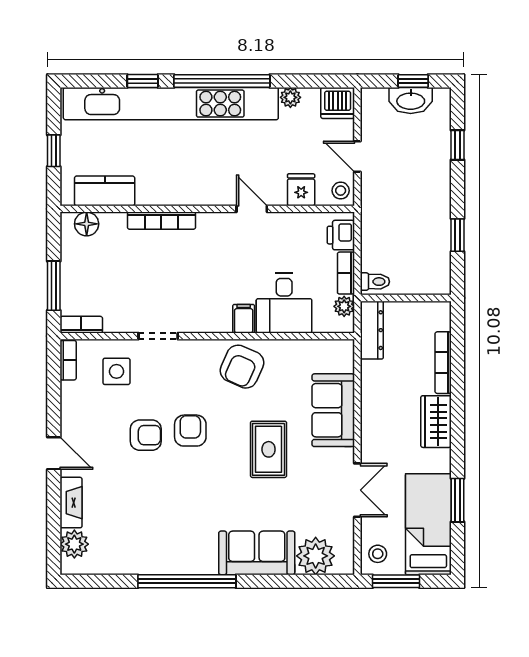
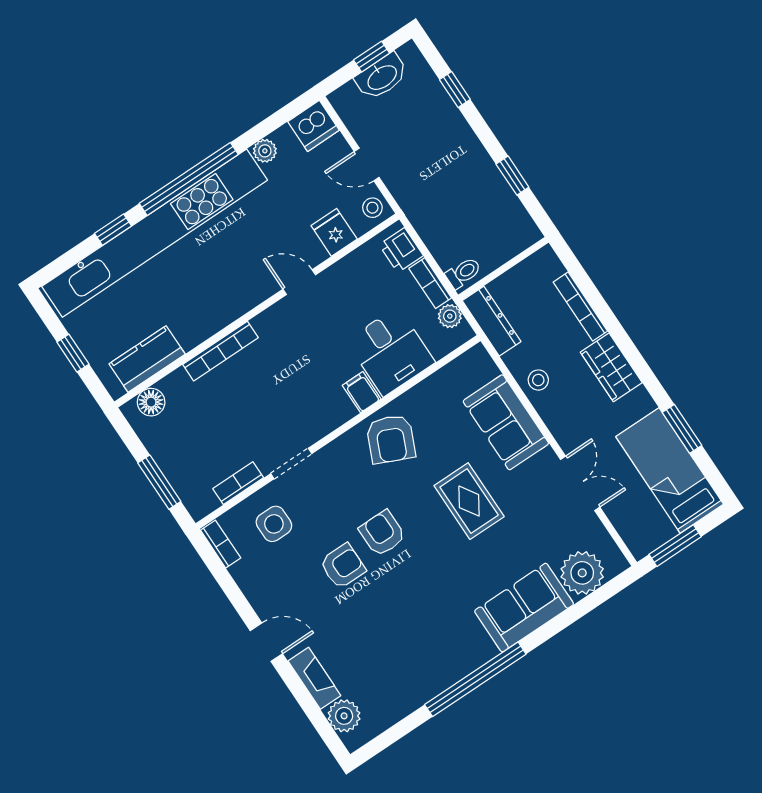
bookcase: (81, 325) -> (238, 483), moved
stool: (378, 554) -> (538, 380), moved

